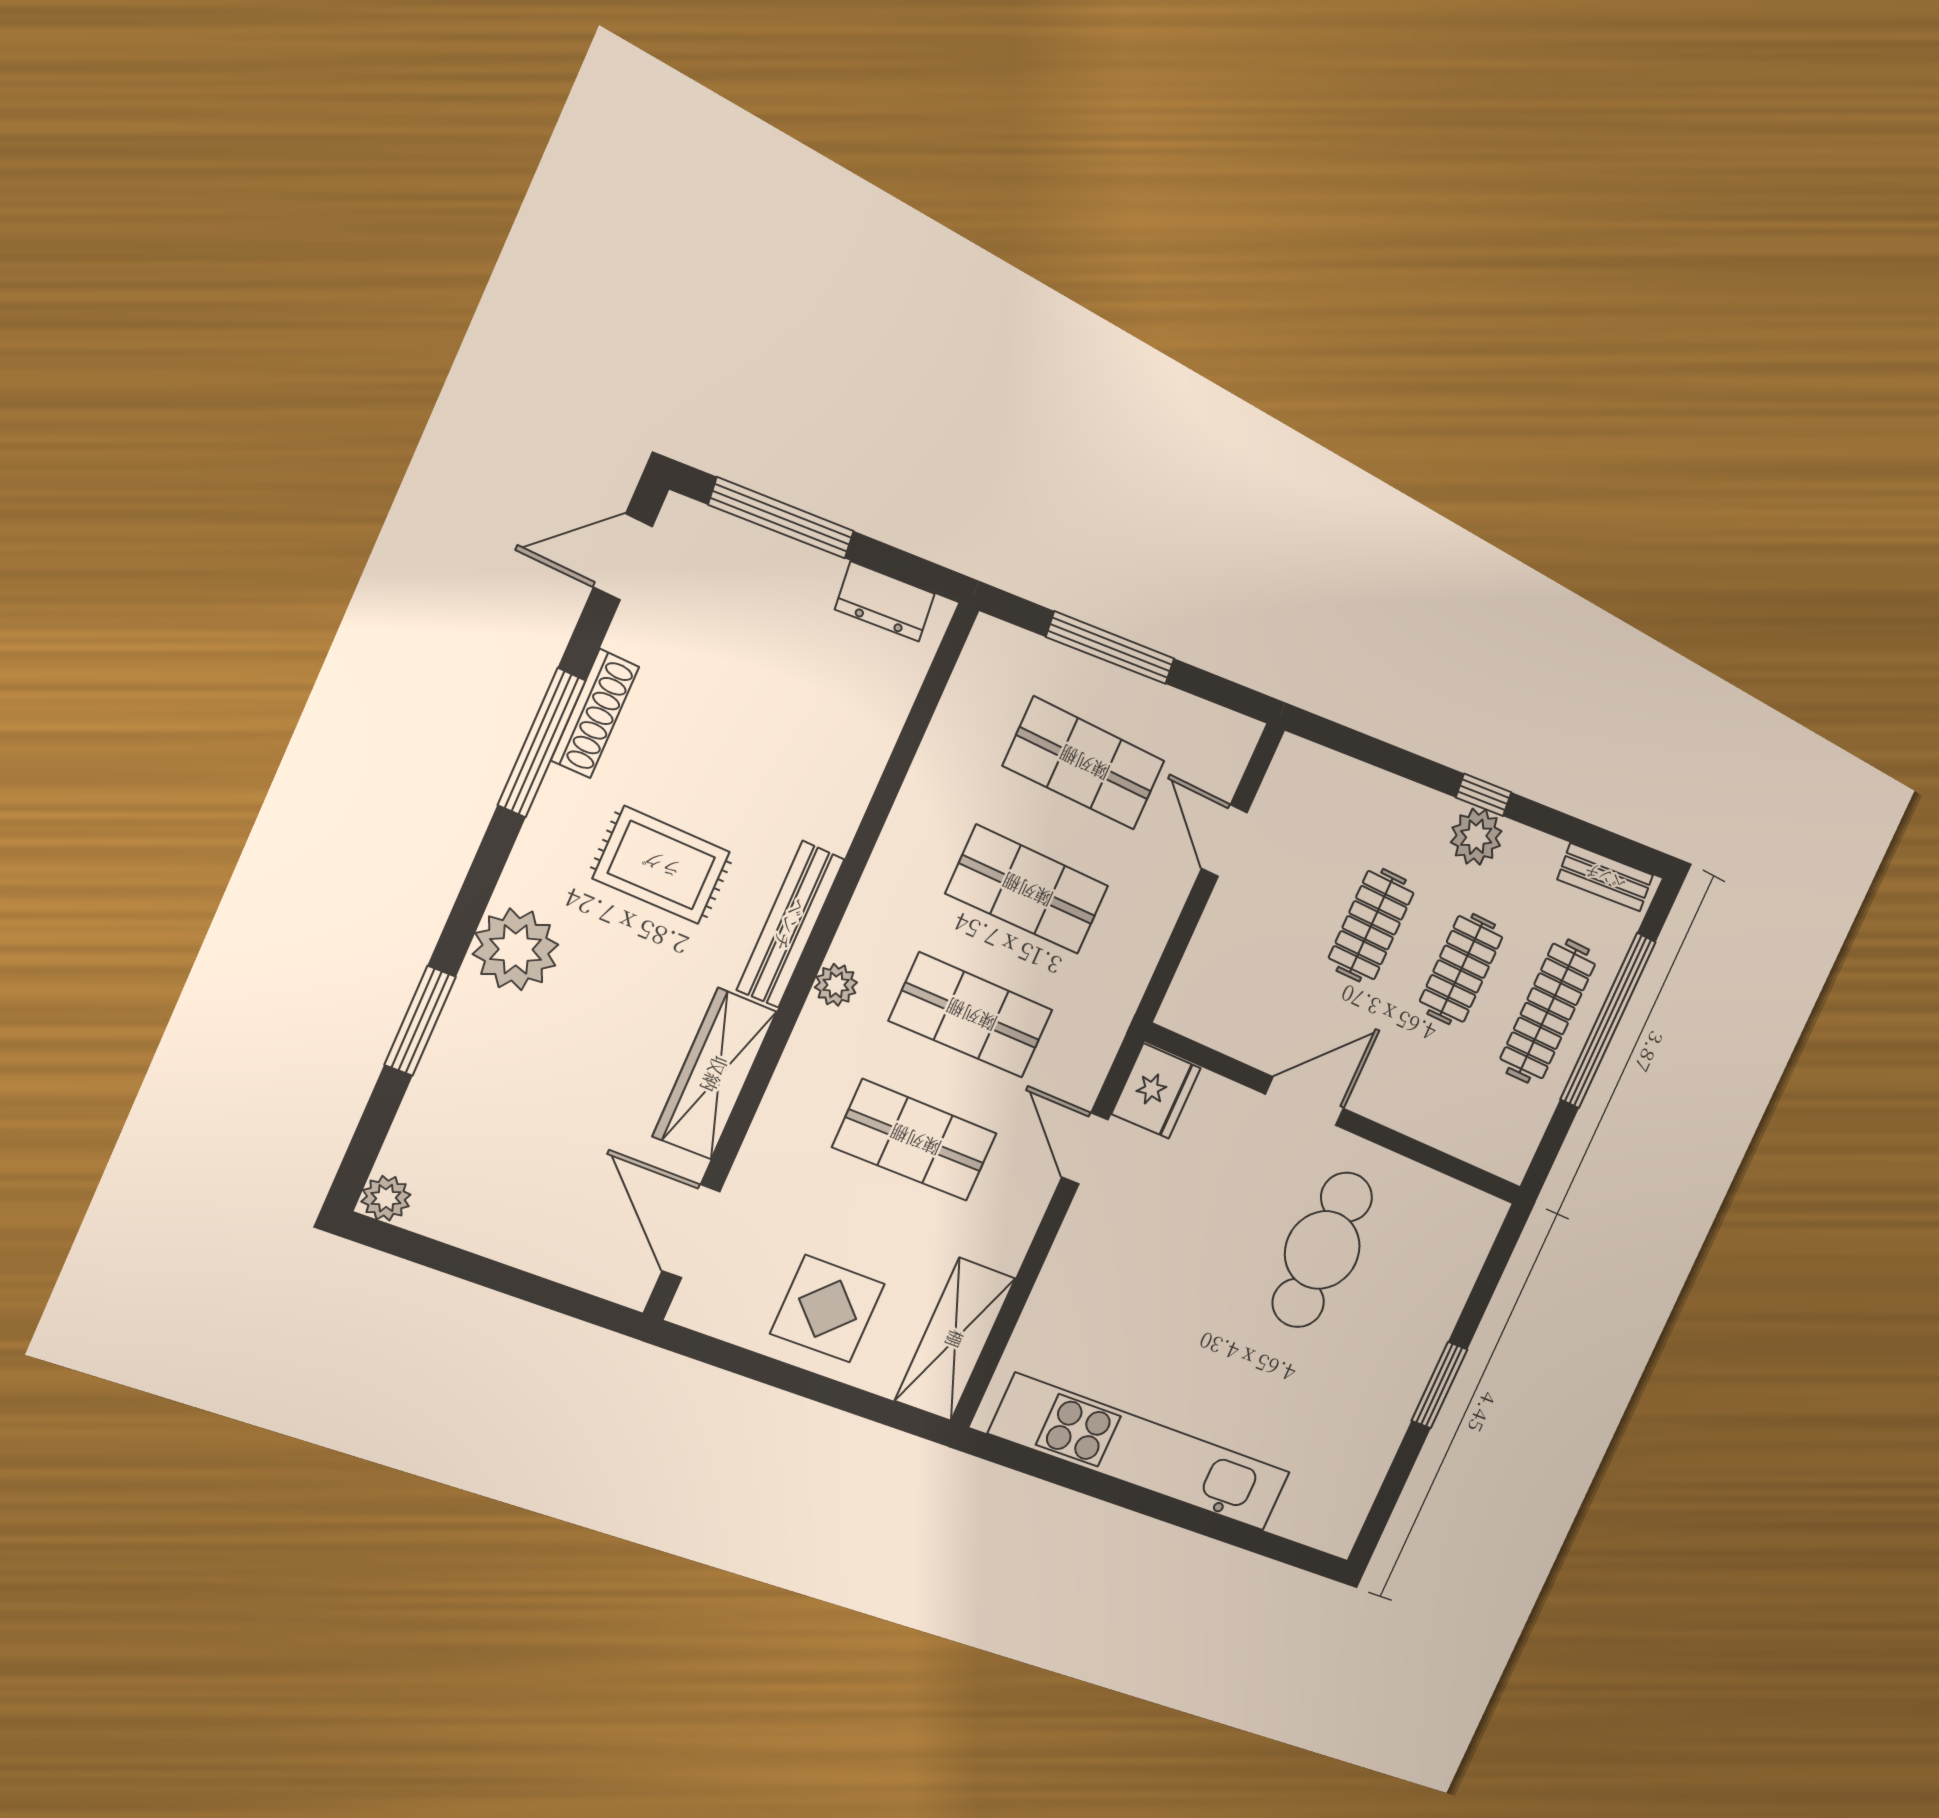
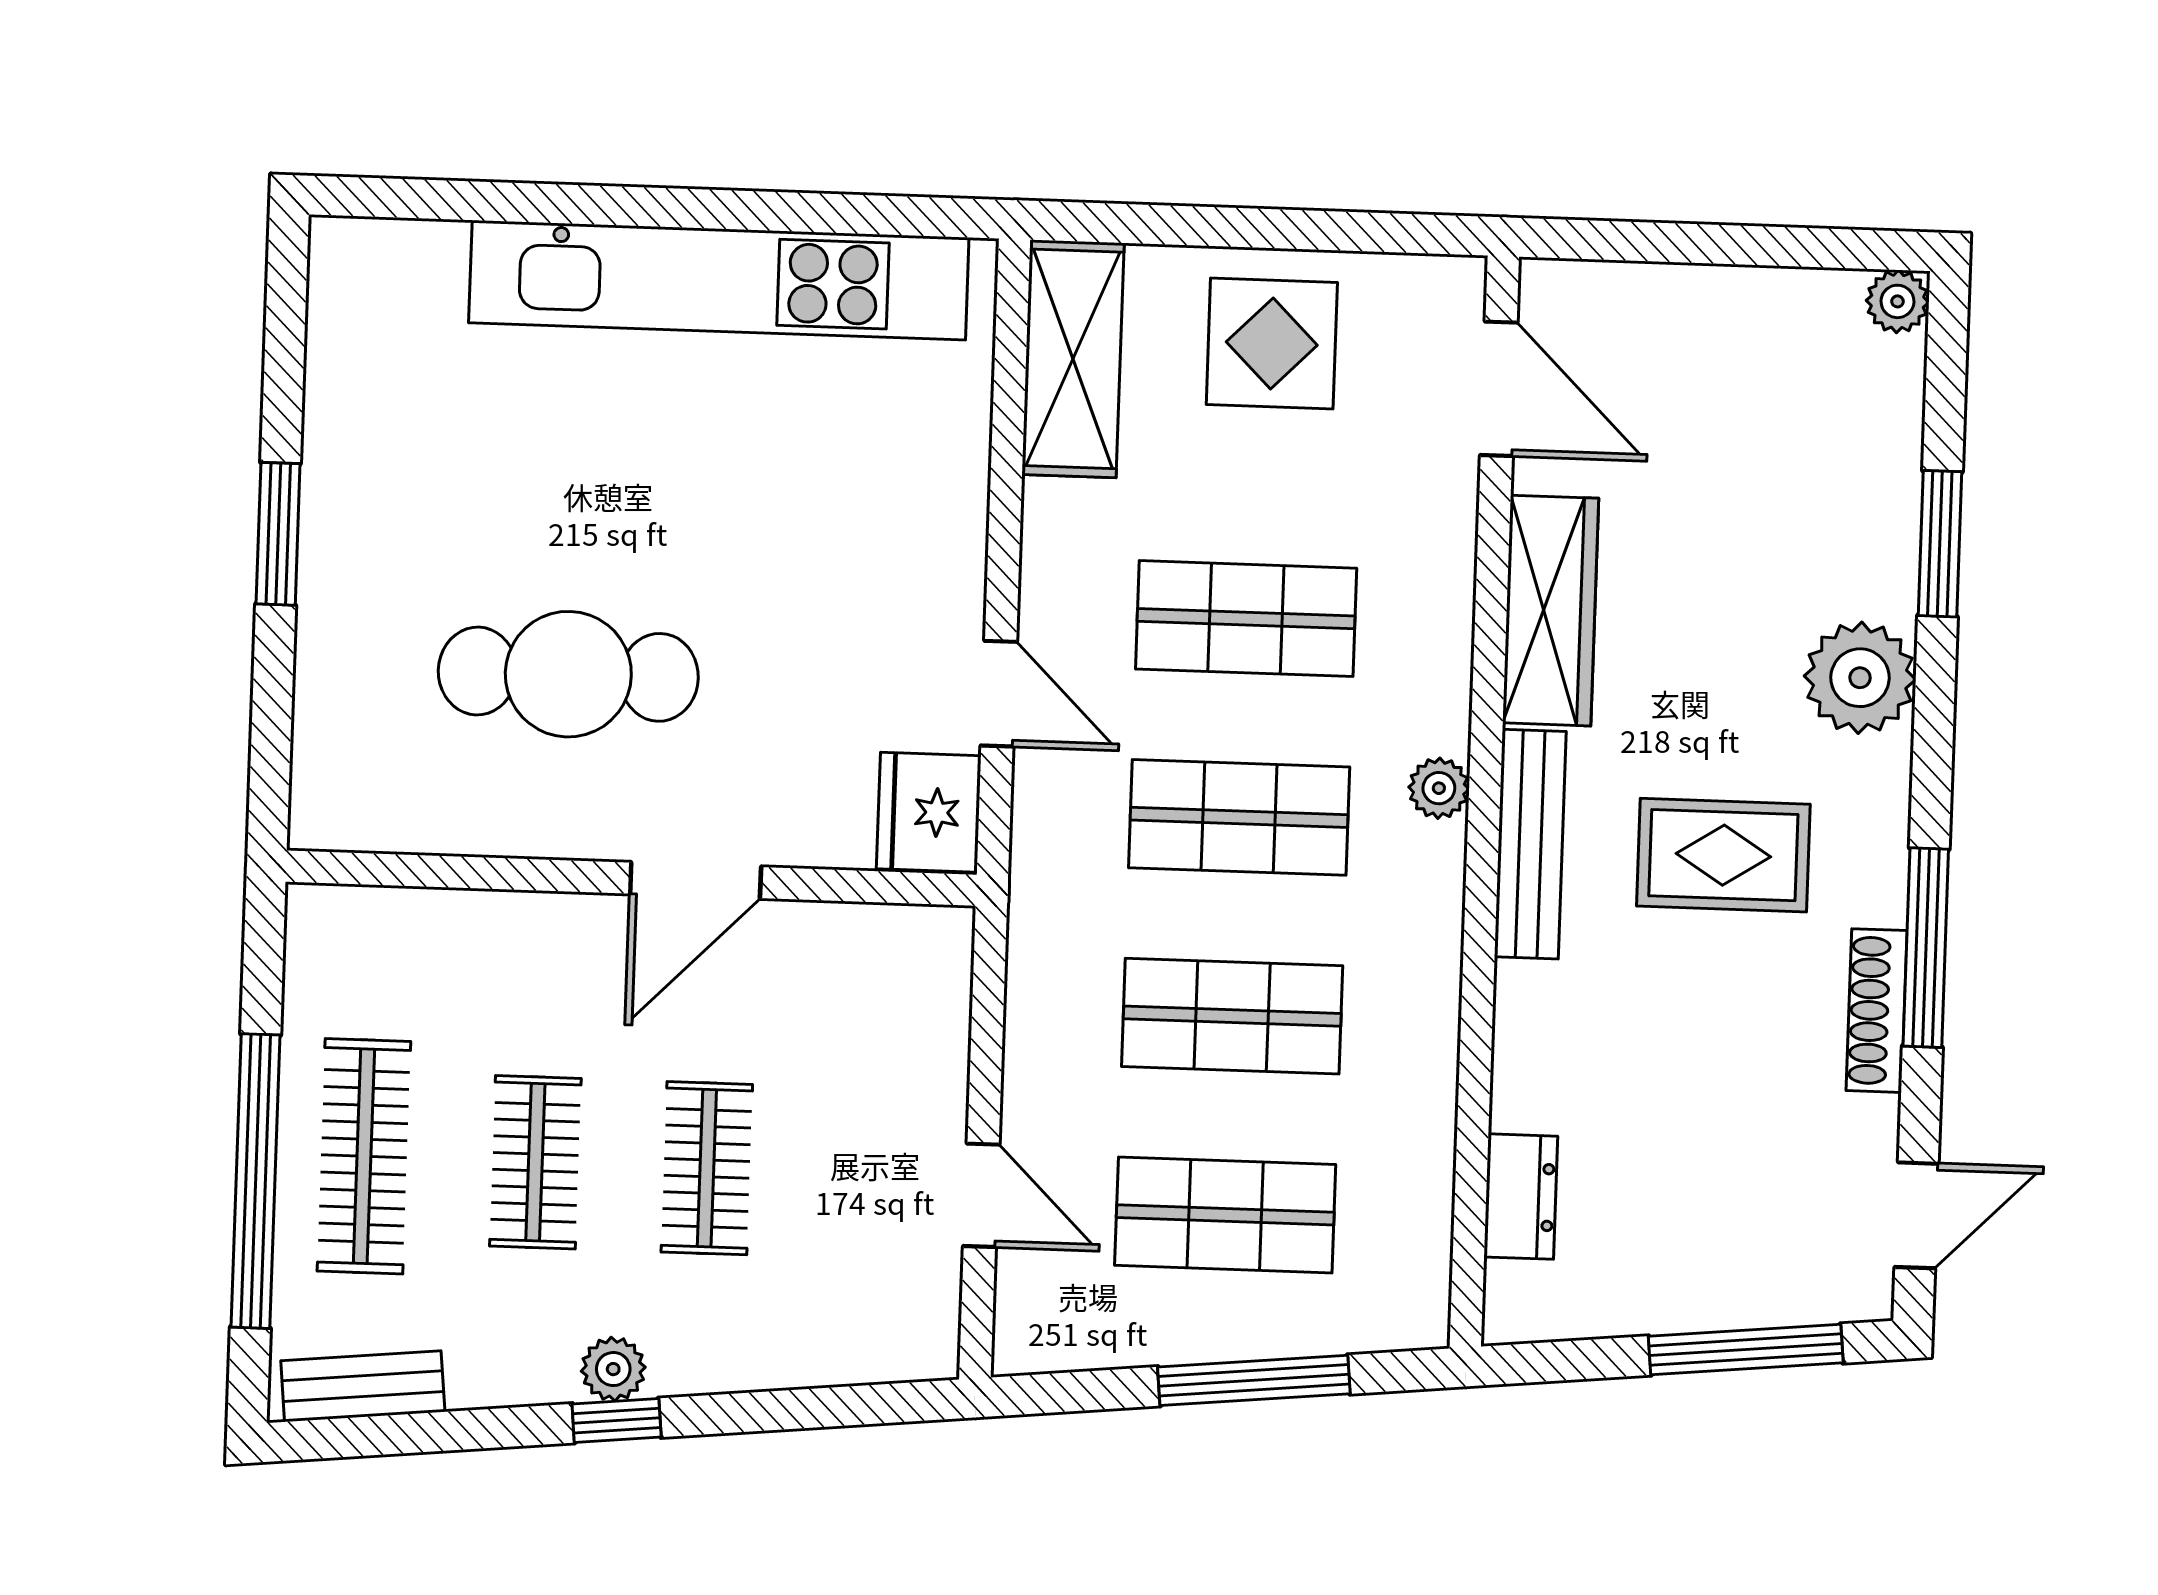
dresser: (885, 602) -> (1521, 1197), moved, turned 96
plant: (1476, 837) -> (613, 1369), width x0.73, depth x0.73
cafe table: (1322, 1250) -> (568, 674), turned 90

